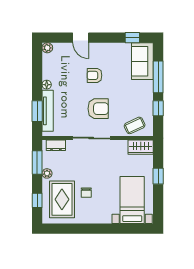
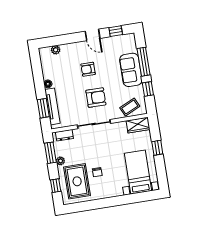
door: (81, 38) -> (93, 35), moved
plant: (47, 48) -> (56, 50), moved
sofa: (142, 61) -> (131, 70), moved

